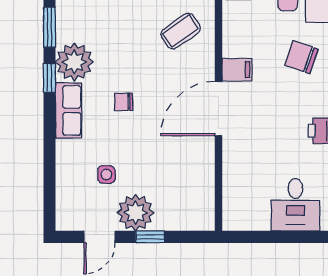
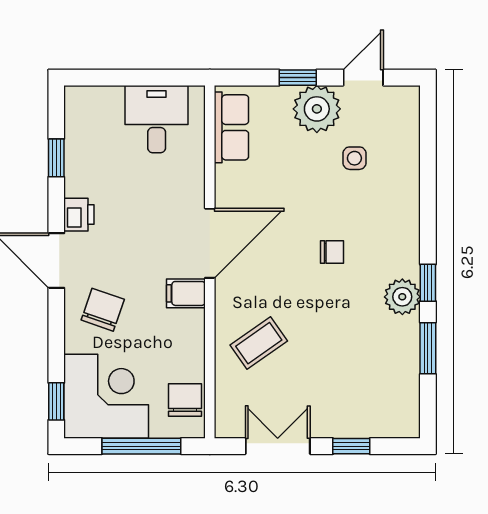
chair: (301, 57) -> (103, 310), turned -90
plant: (74, 62) -> (402, 297), width x0.73, depth x0.73
row of seats: (69, 110) -> (231, 127), moved, turned 180
desk: (296, 205) -> (157, 119), moved

